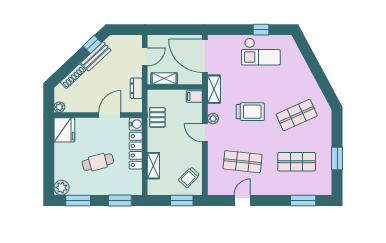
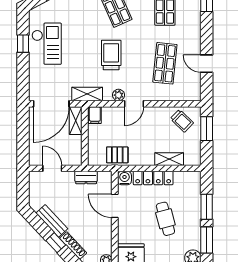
window: (92, 44) -> (56, 243), moved
shelving: (164, 79) -> (76, 121), moved
window: (120, 200) -> (207, 207), moved

